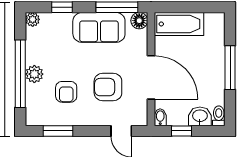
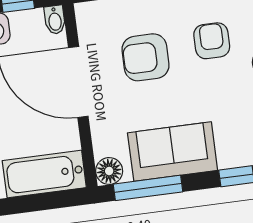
armchair: (108, 87) -> (145, 57), turned 180

